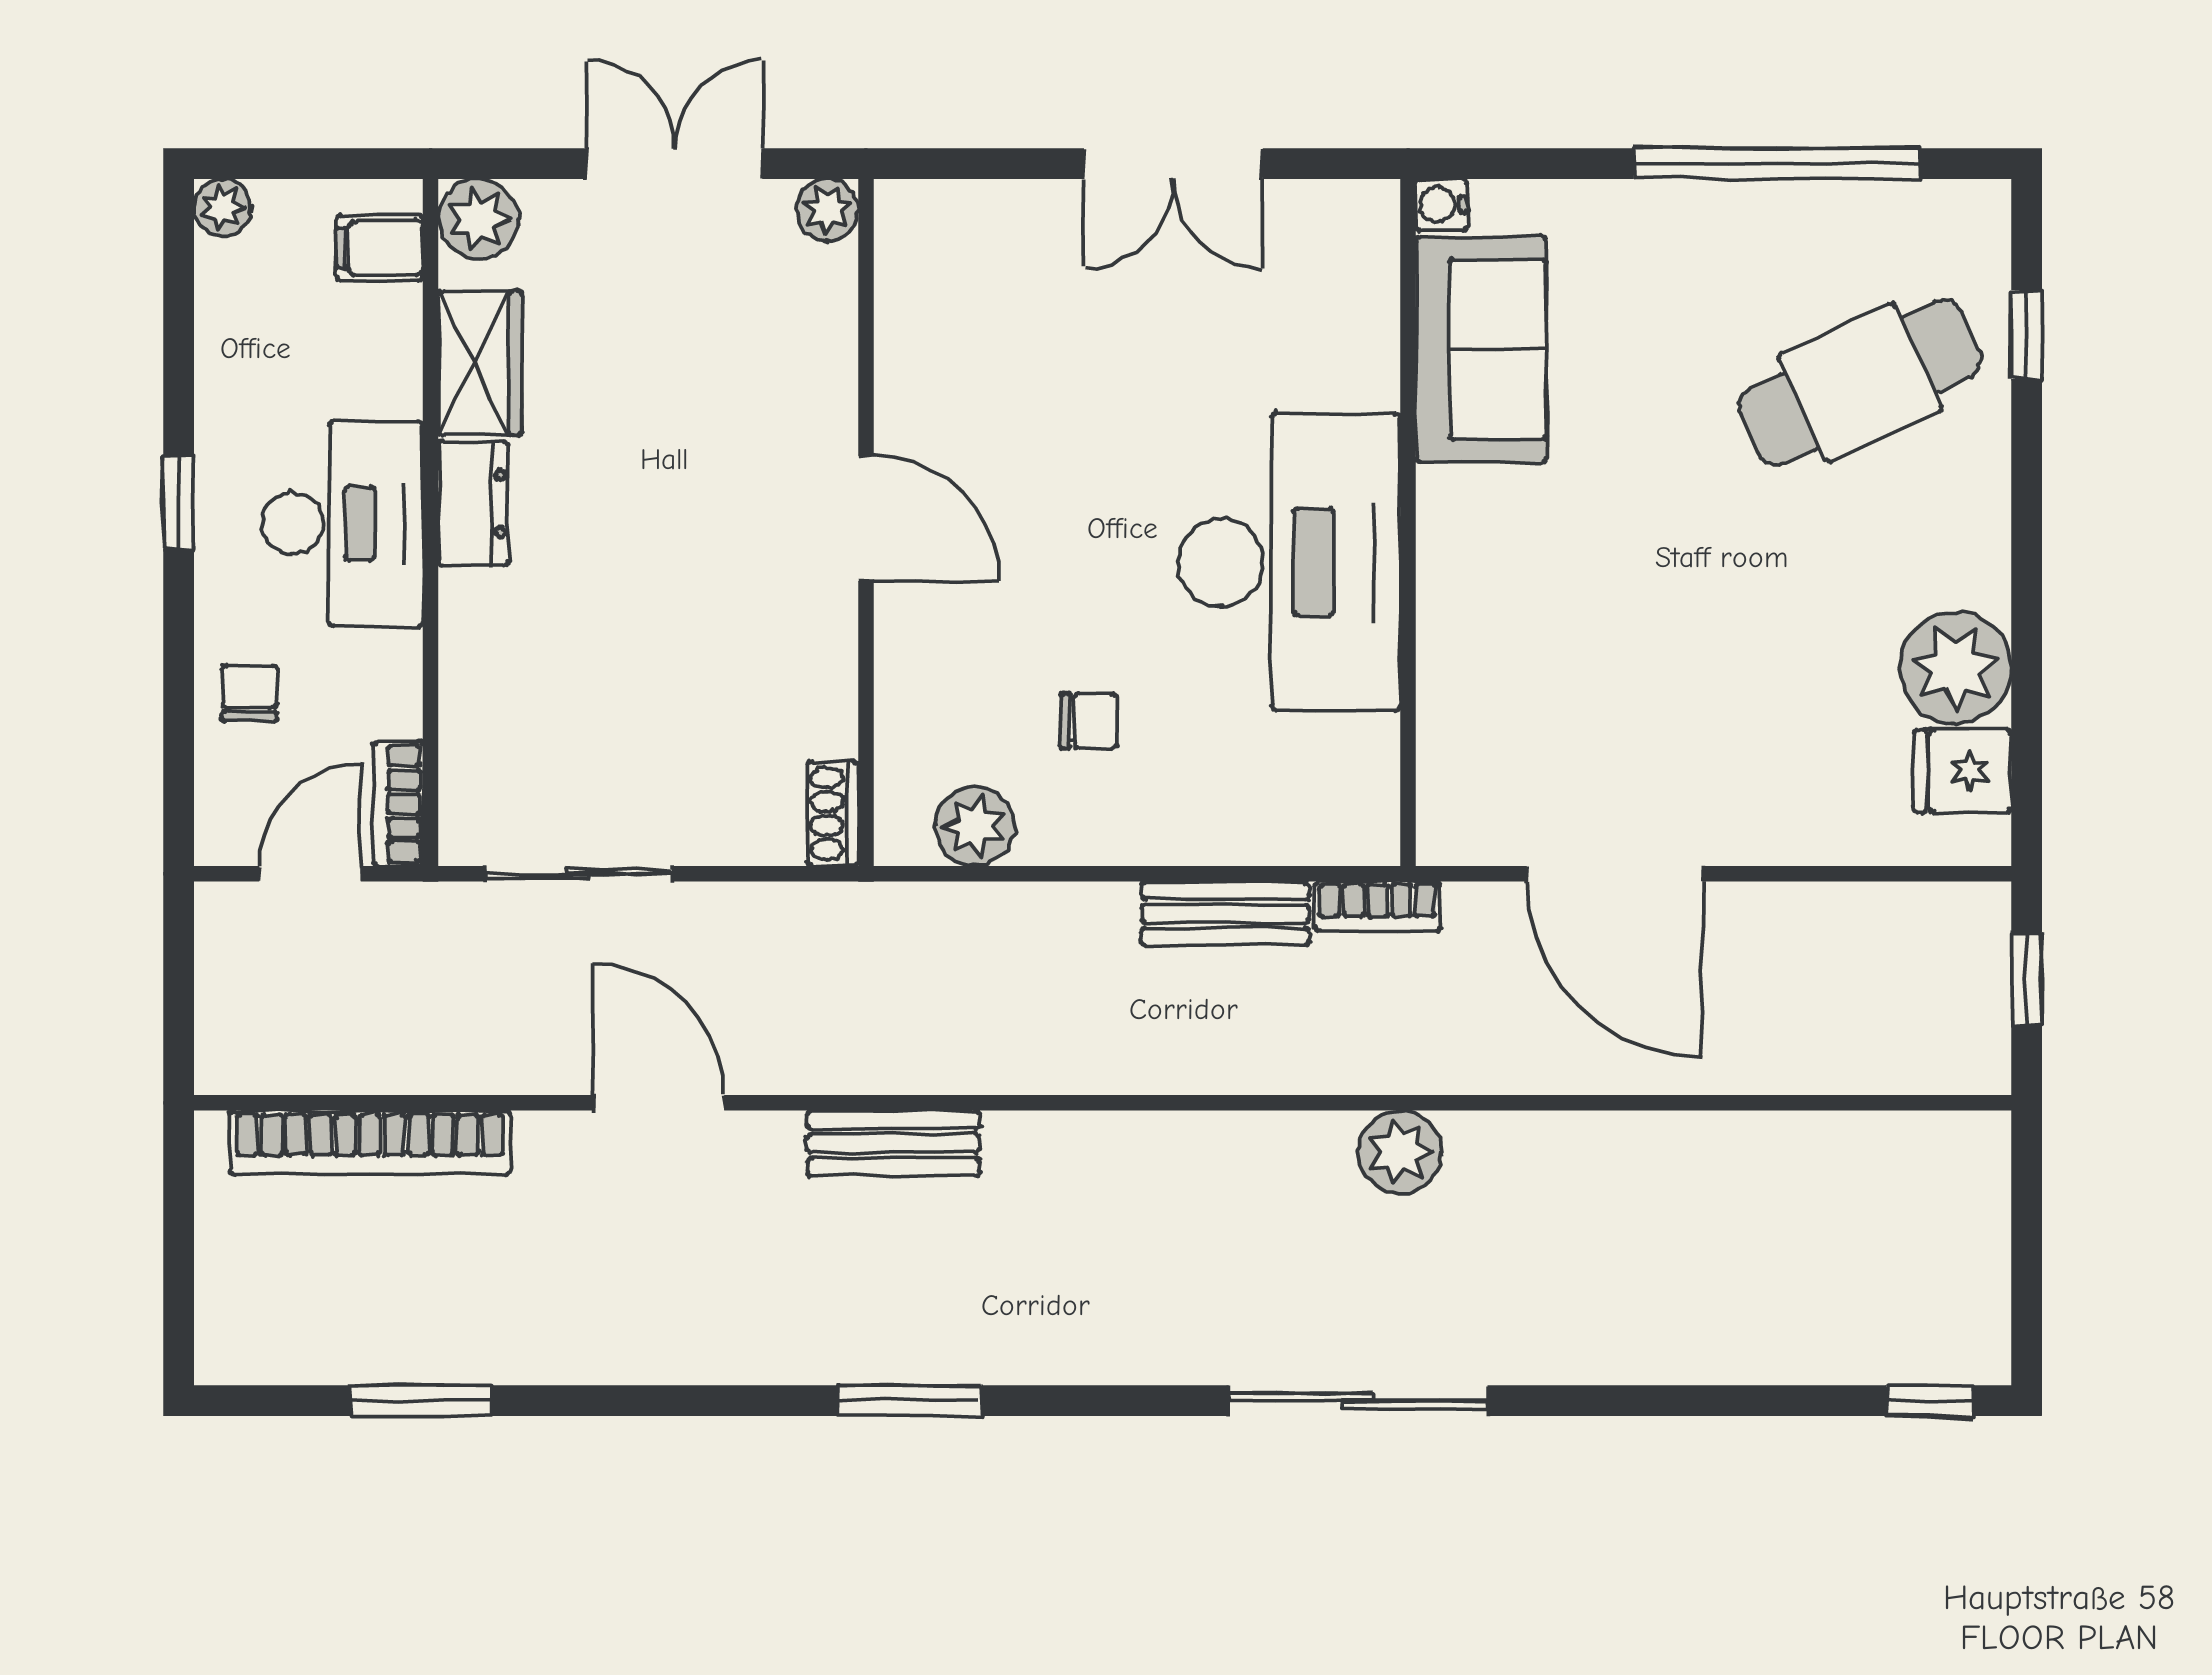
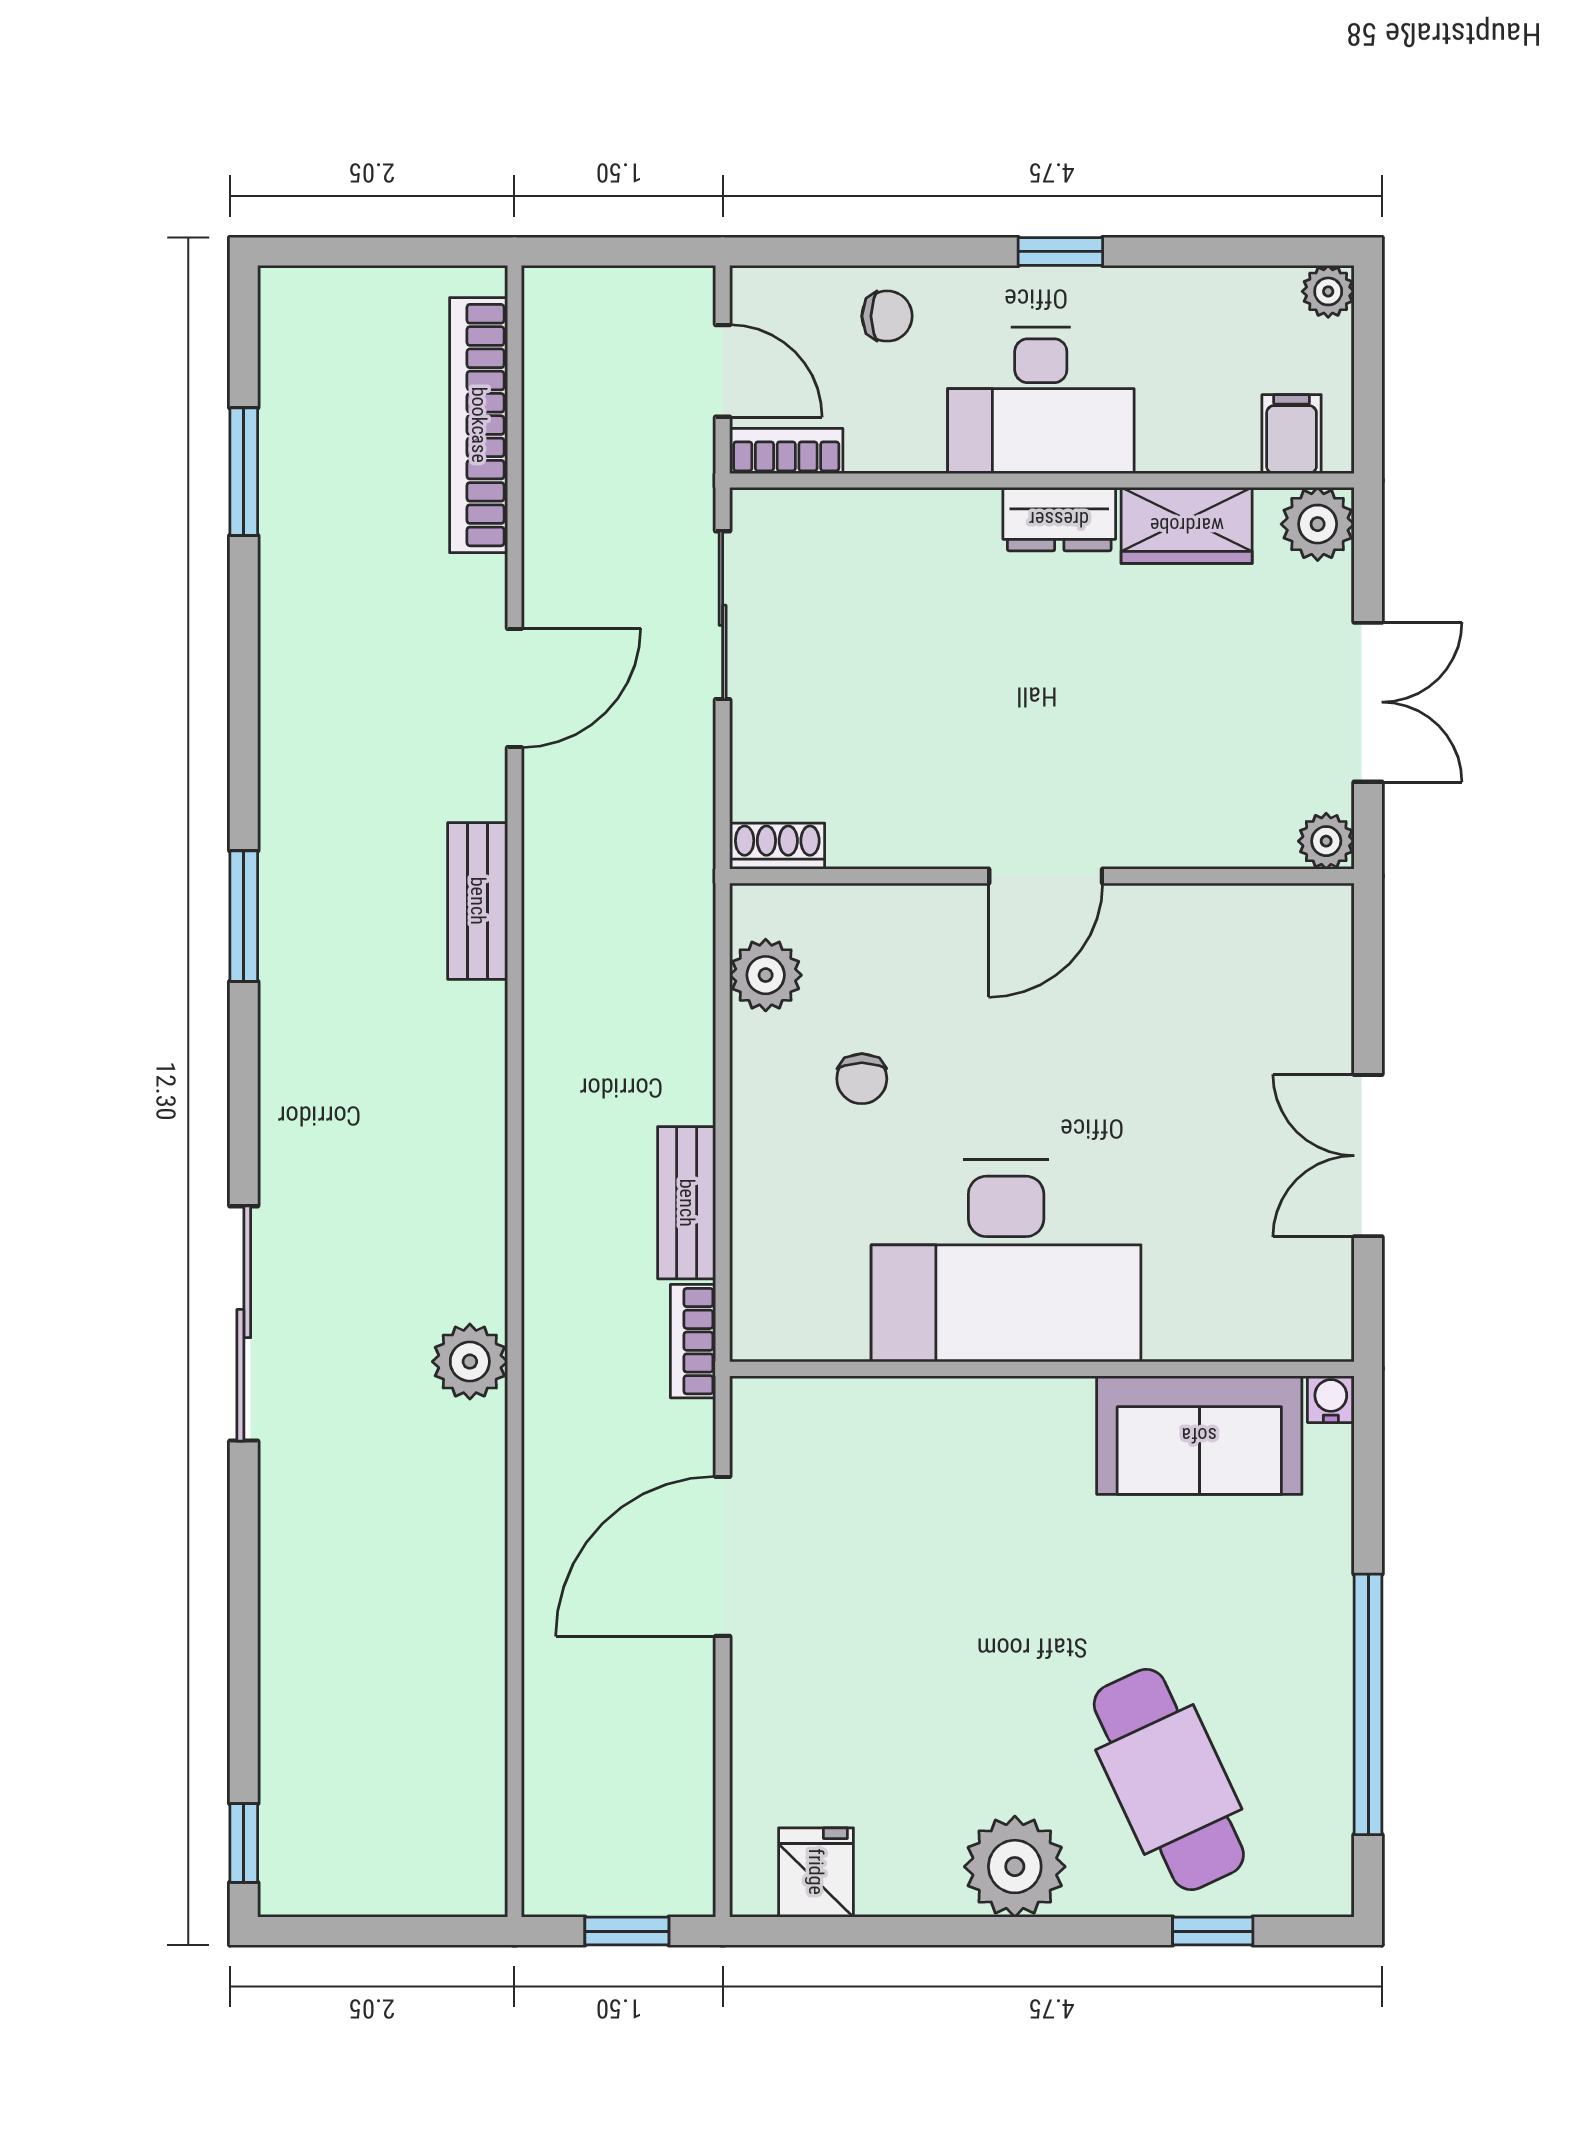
plant: (1956, 668) -> (1015, 1867), moved

